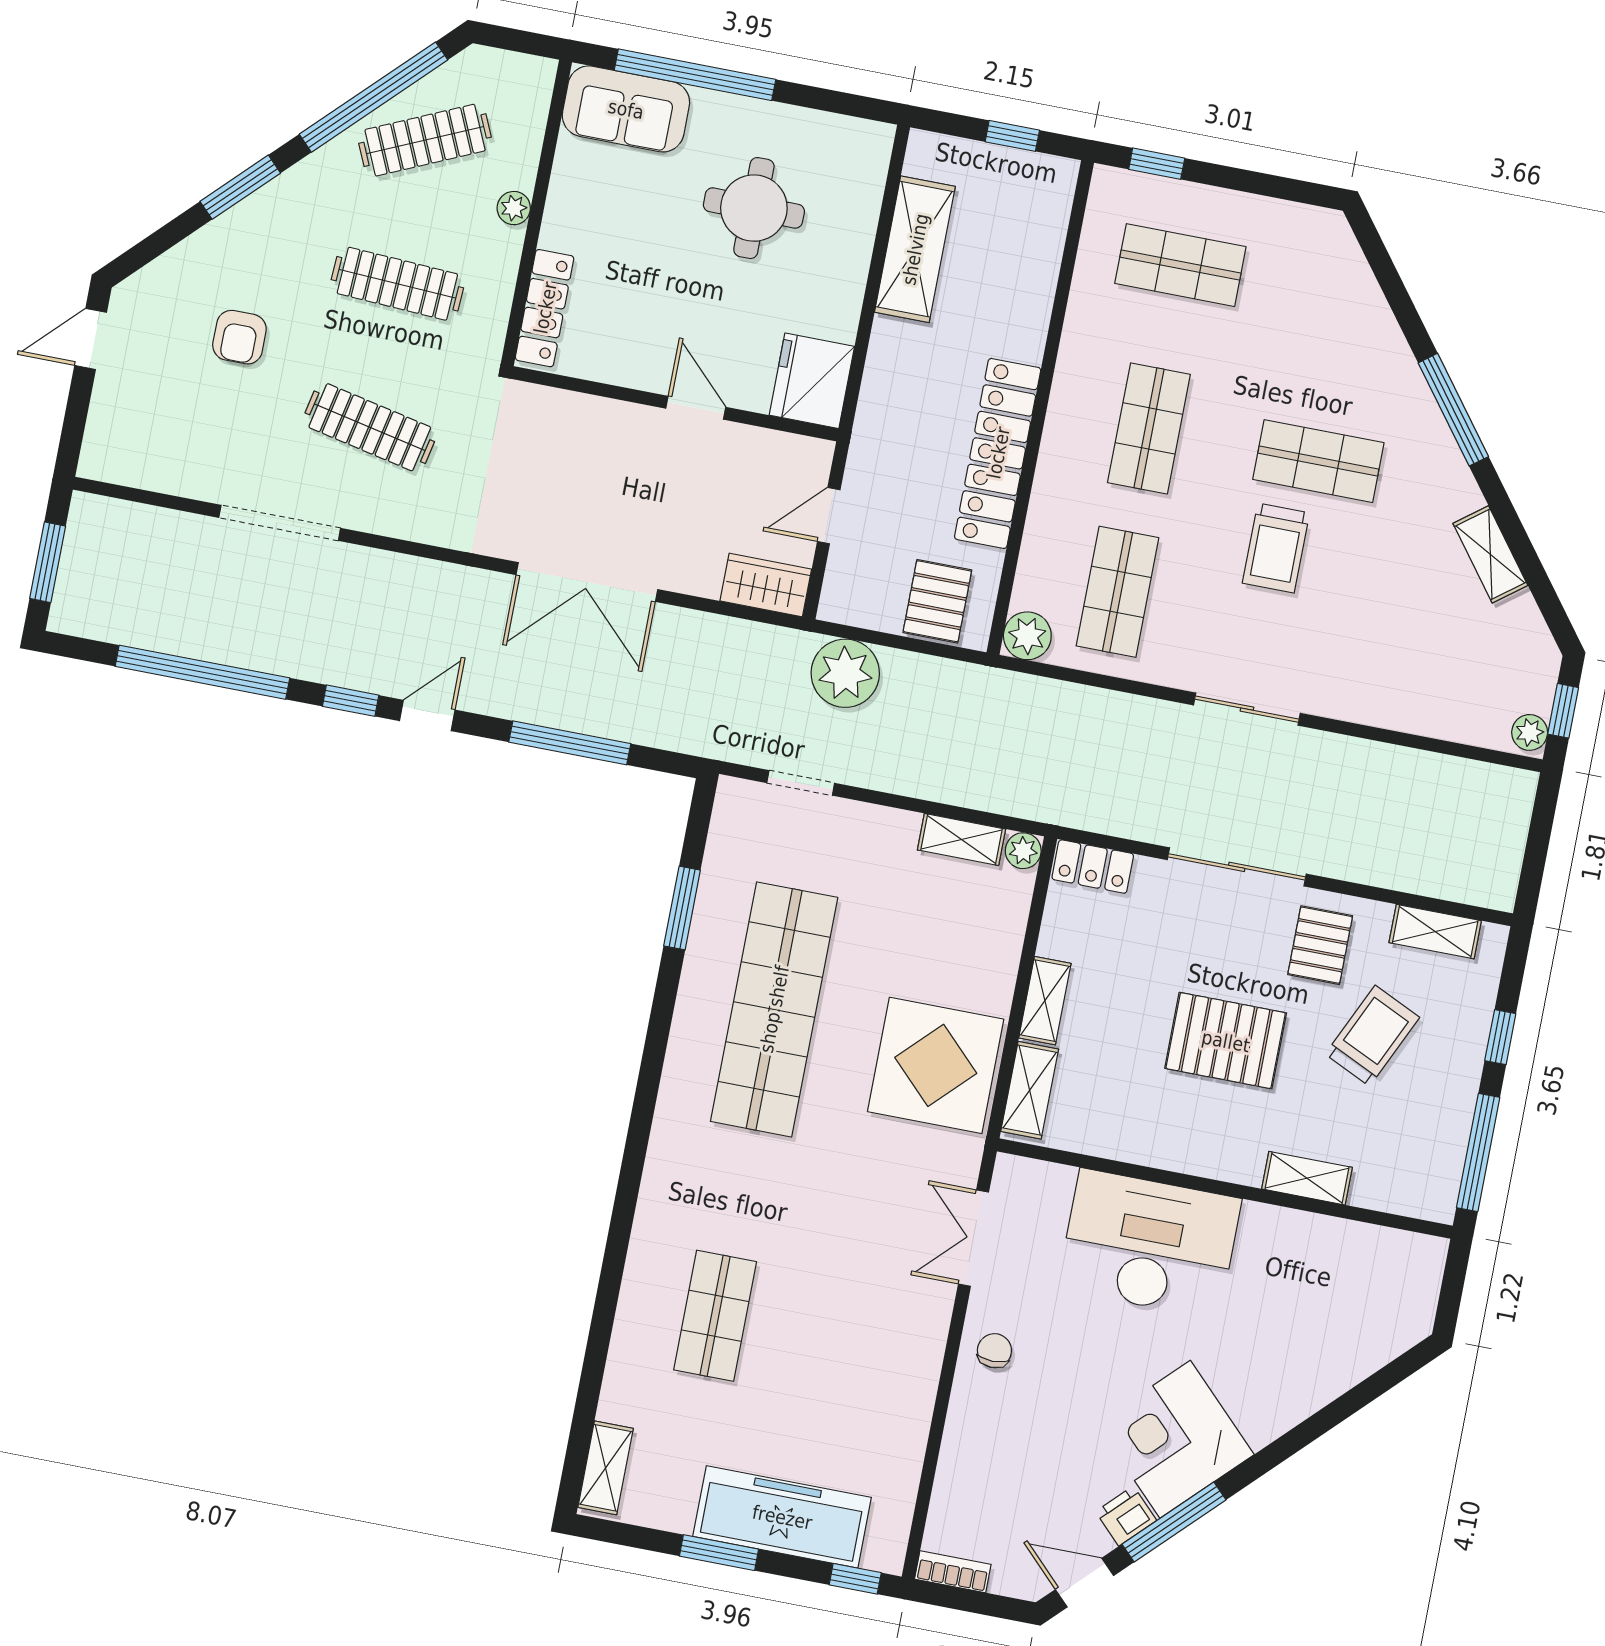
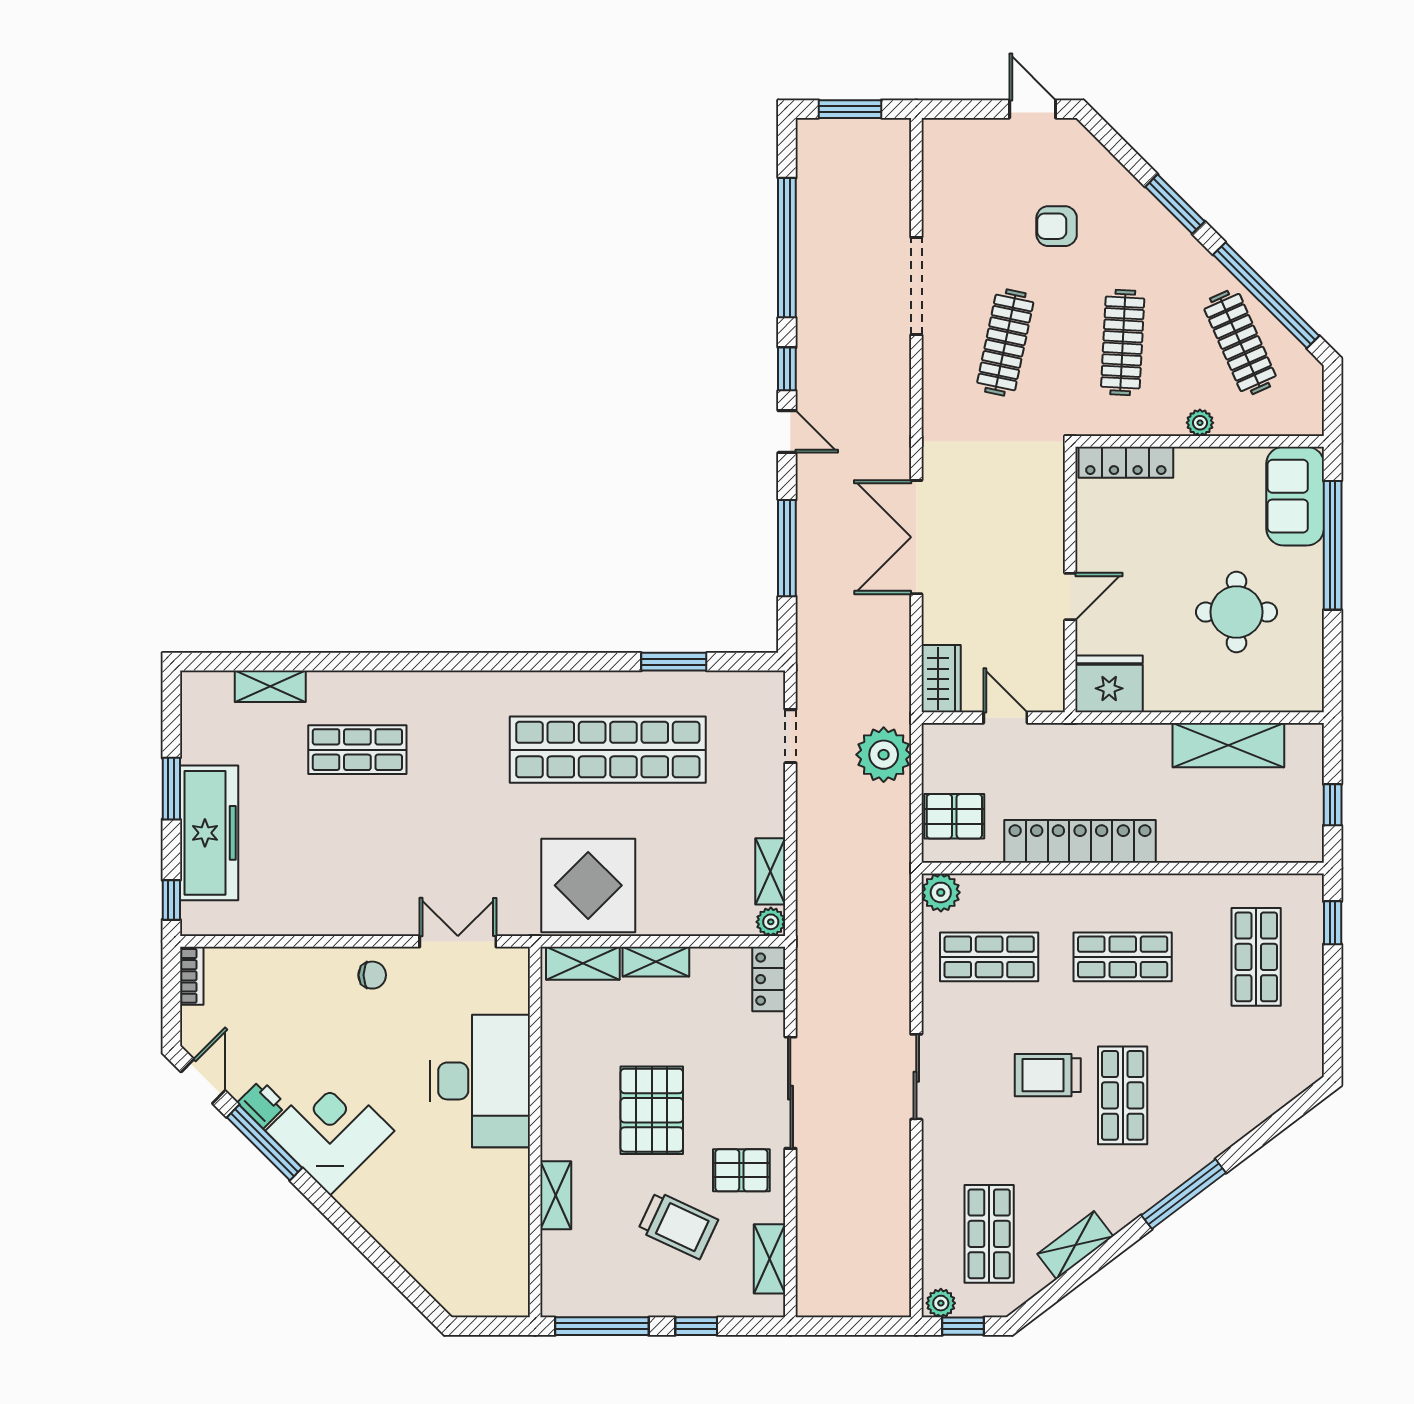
shop shelf: (1456, 657) -> (989, 1234), added
shelving: (606, 1468) -> (270, 686), moved

